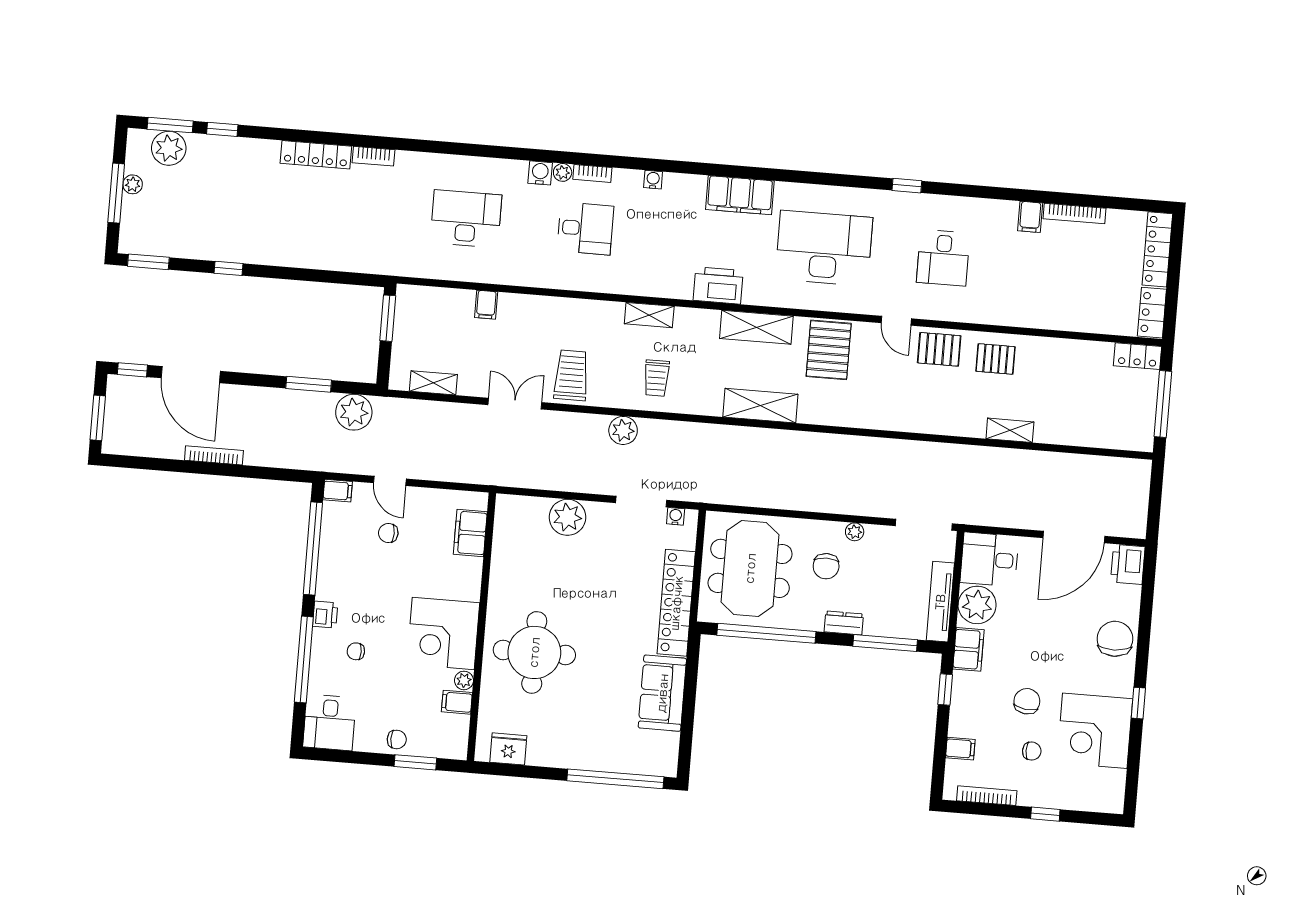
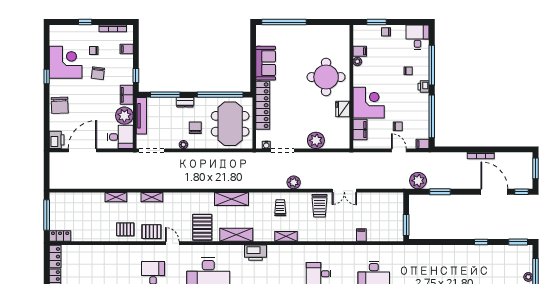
shelving: (433, 383) -> (152, 197), moved
corner desk: (443, 633) -> (369, 103), moved
fridge: (508, 749) -> (343, 109), moved, turned 90

